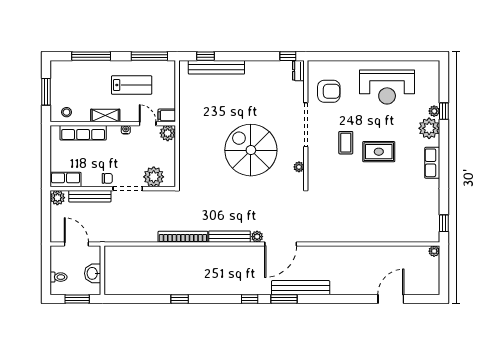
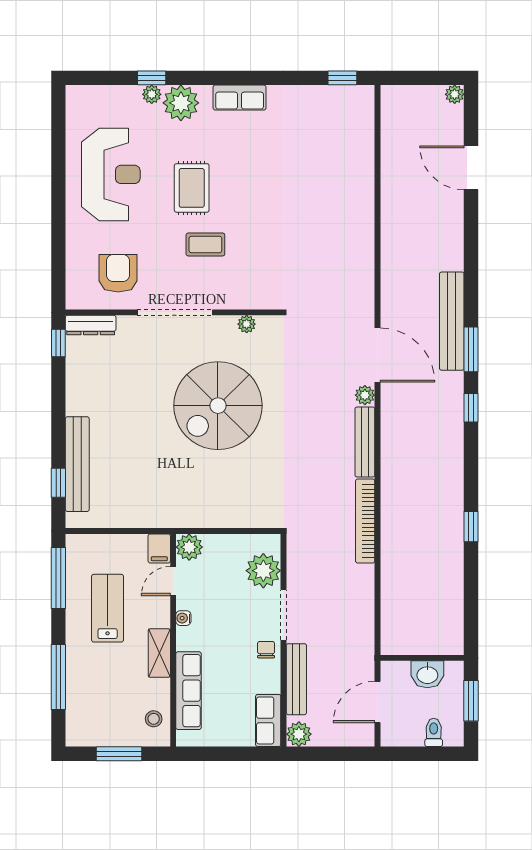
dresser: (298, 71) -> (91, 325), width x1.44
rug: (379, 152) -> (192, 188), moved
plant: (434, 251) -> (455, 94), moved

